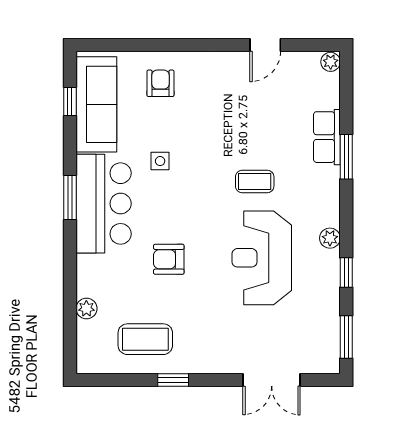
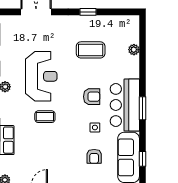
armchair: (160, 83) -> (94, 156), moved
armchair: (169, 259) -> (92, 97), moved
coffee table: (145, 339) -> (91, 50), moved

